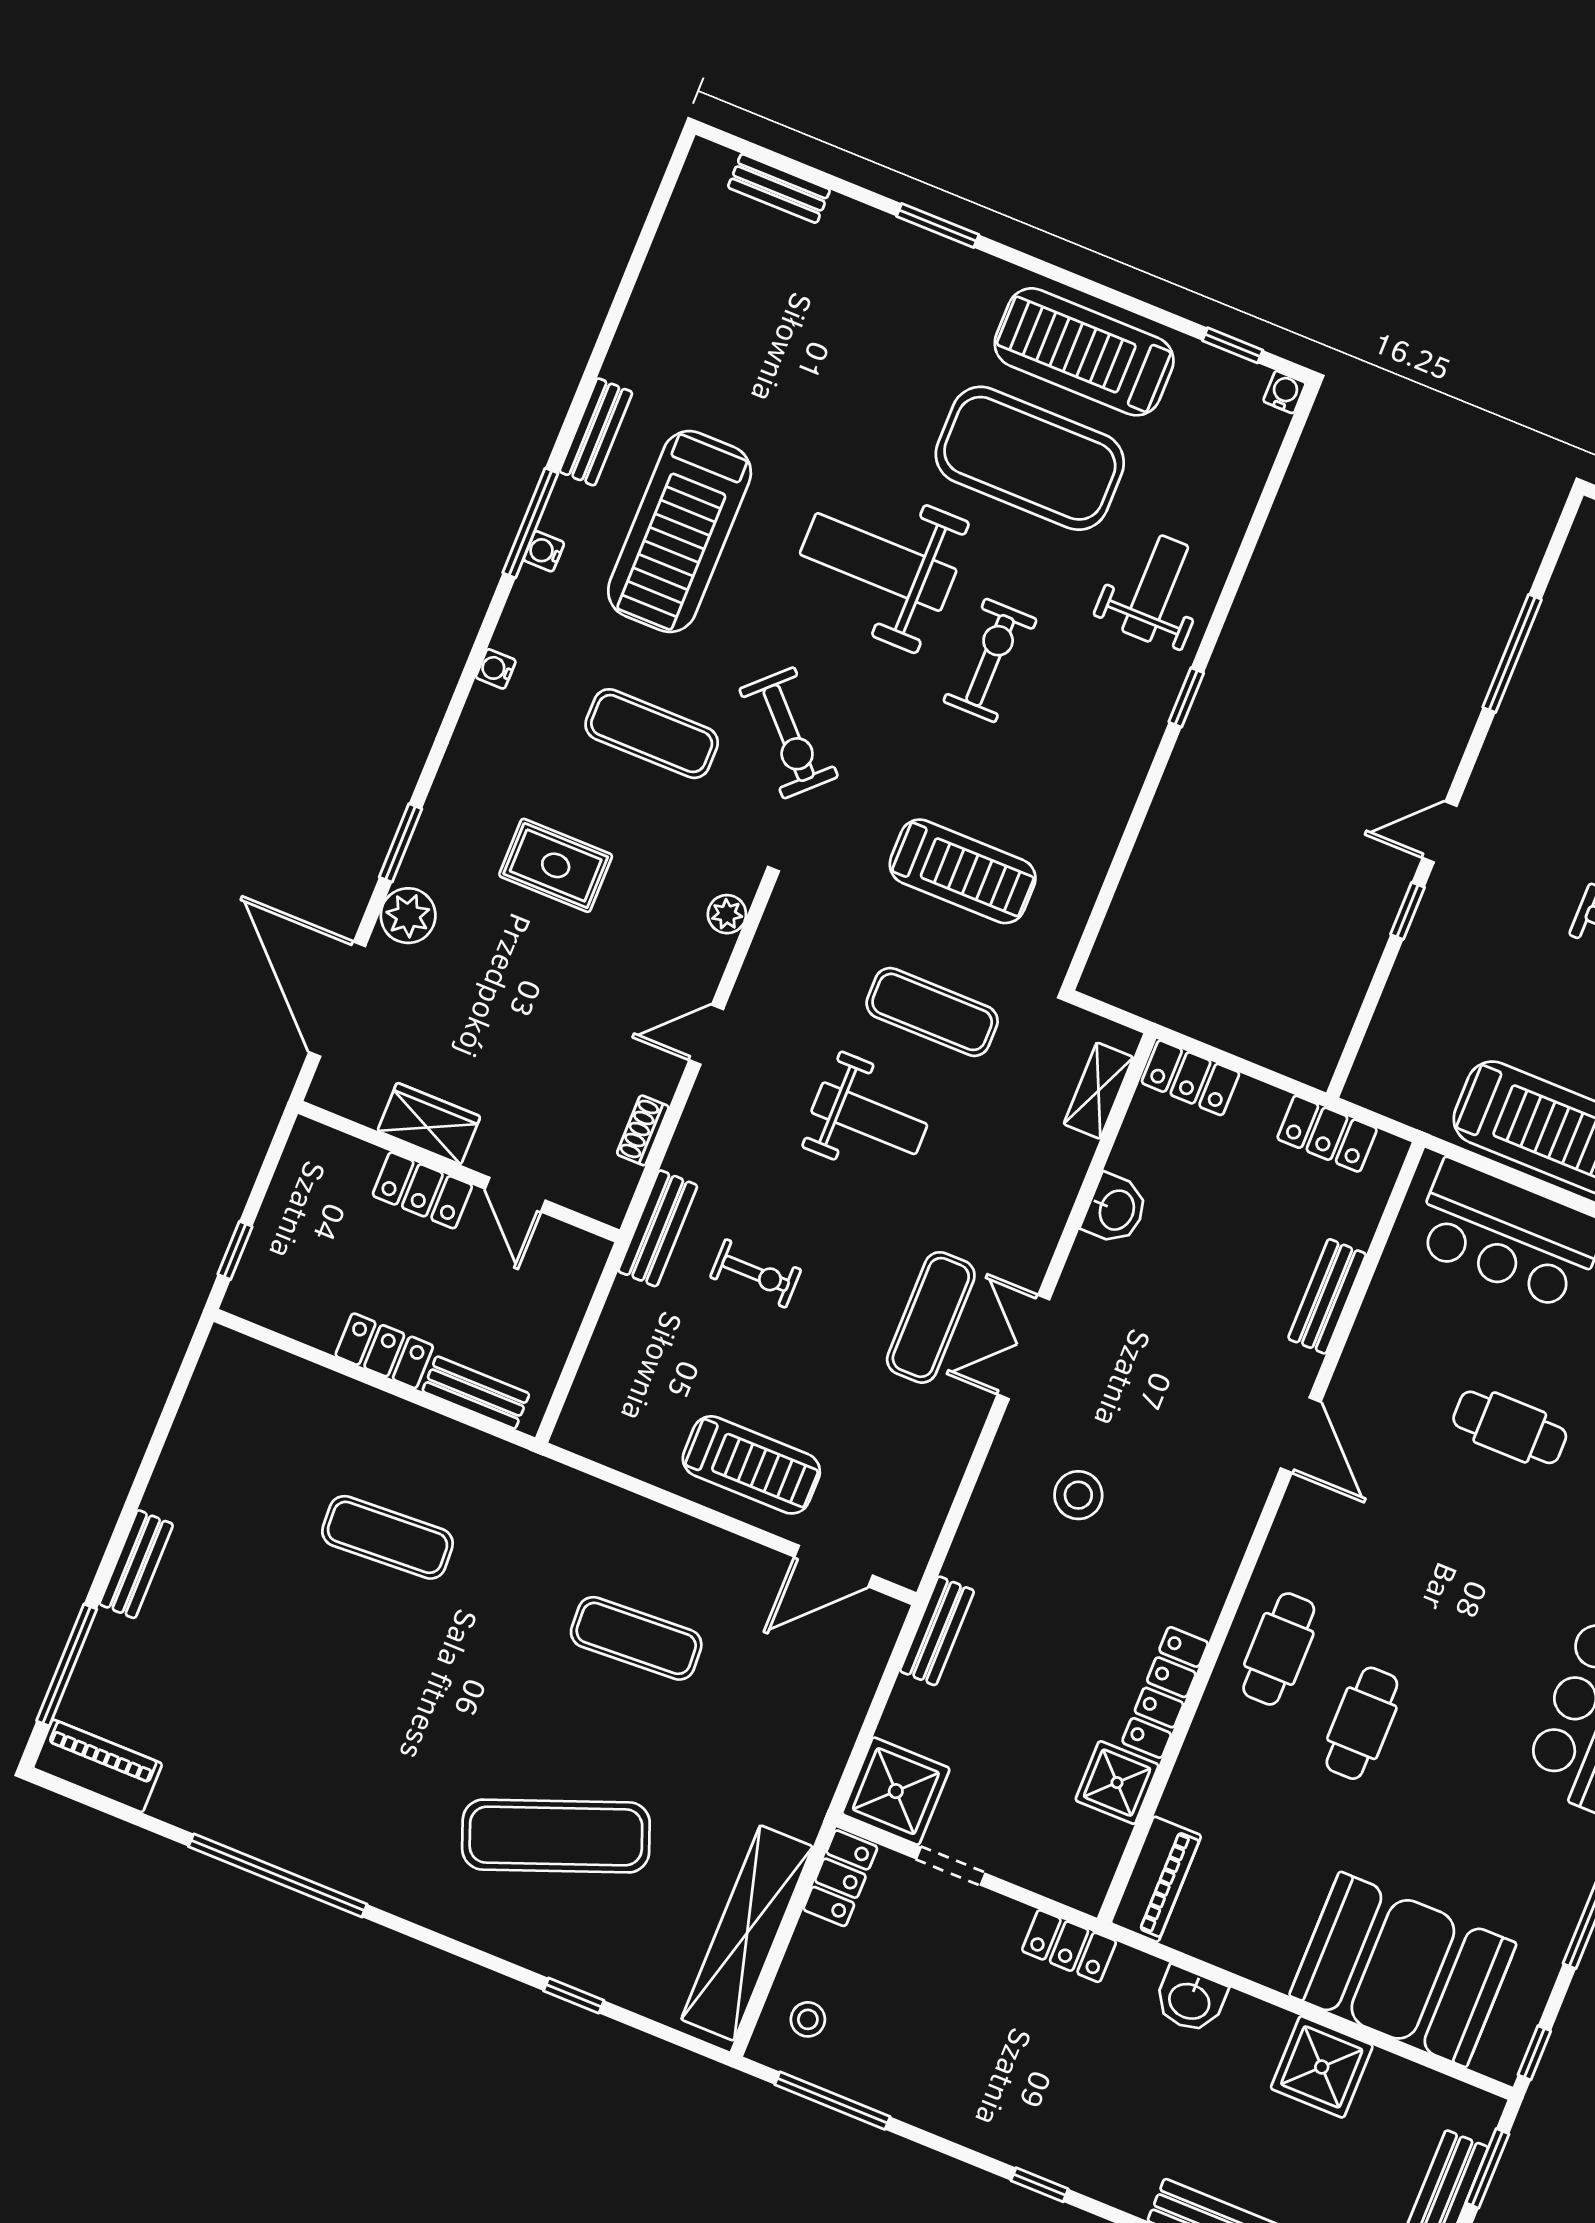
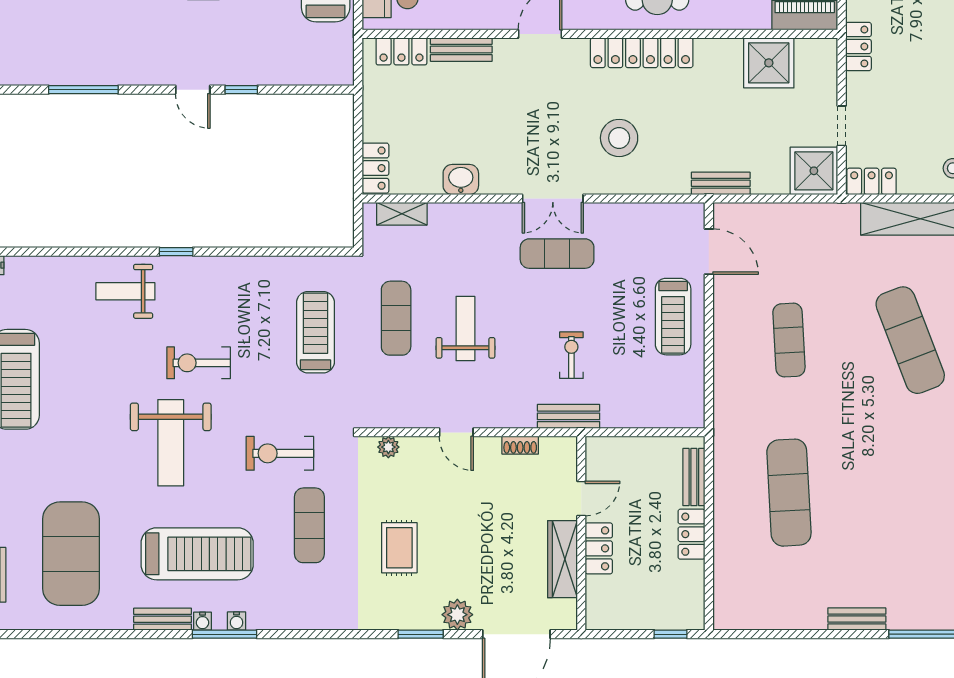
exercise mat: (1030, 458) -> (71, 554), moved
water cooler: (496, 669) -> (203, 621), moved
exercise bike: (789, 733) -> (280, 453), turned -136
wardrobe: (429, 1124) -> (562, 559), width x1.50
locker: (1327, 1134) -> (401, 51), moved, turned 90
treadmill: (751, 1465) -> (673, 317), turned 180
stool: (1078, 1495) -> (619, 138), width x1.38, depth x1.38
exercise mat: (387, 1537) -> (789, 493), width x1.36, depth x1.45
locker: (1165, 1692) -> (642, 53), moved, width x1.41, depth x1.21
shower: (1117, 1783) -> (769, 63), width x1.36, depth x1.36

